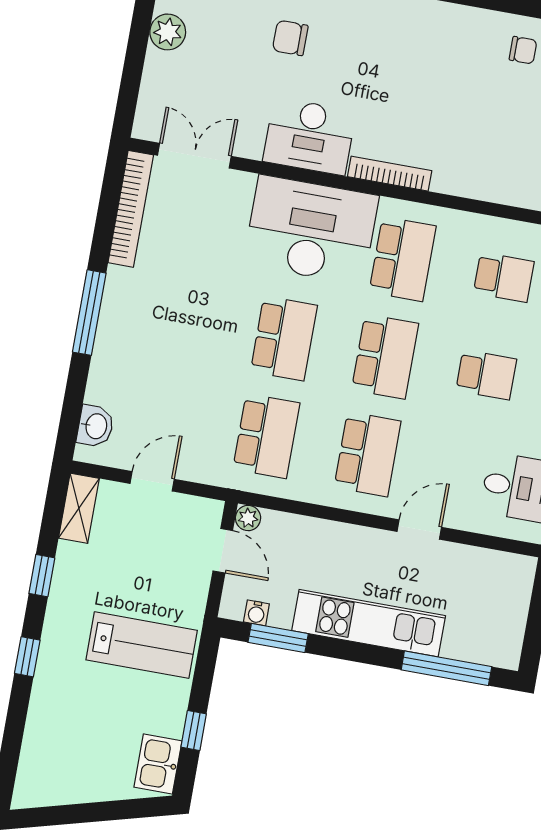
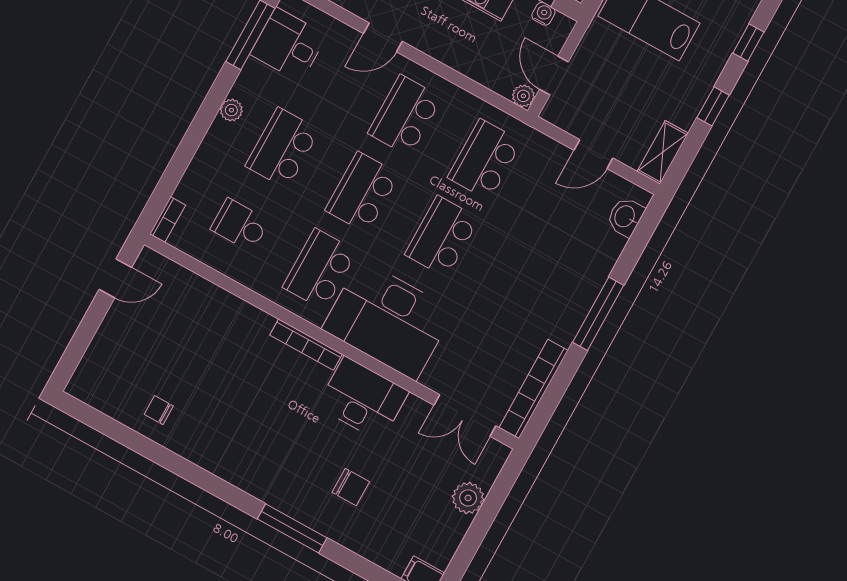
plant: (168, 32) -> (468, 498), moved
school desk: (486, 375) -> (282, 148), width x1.85

